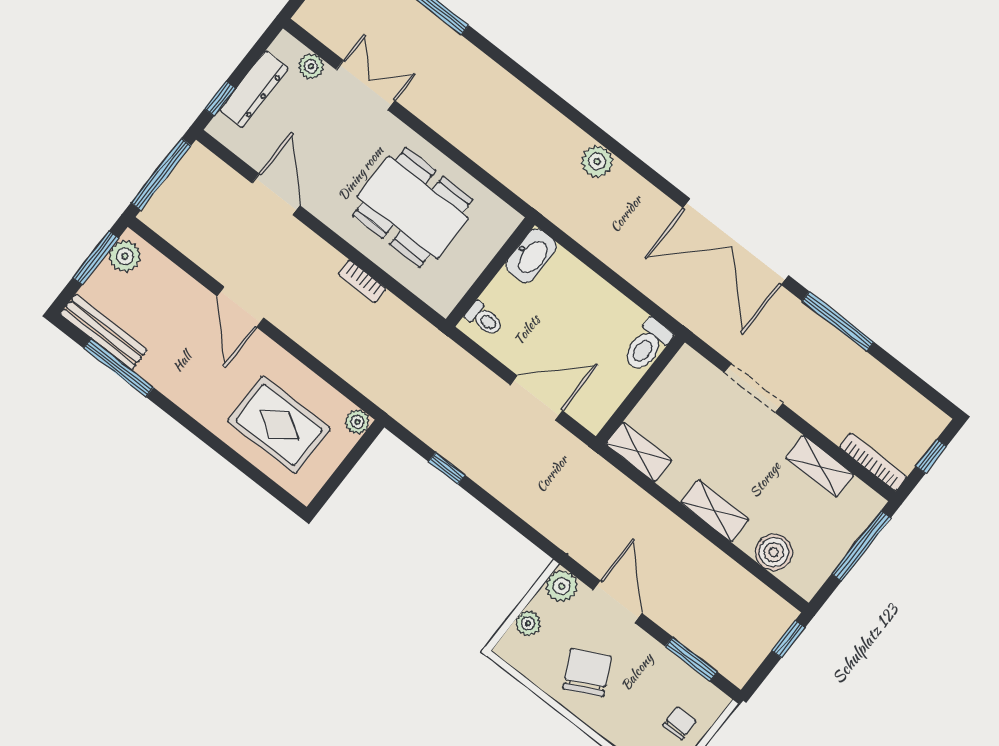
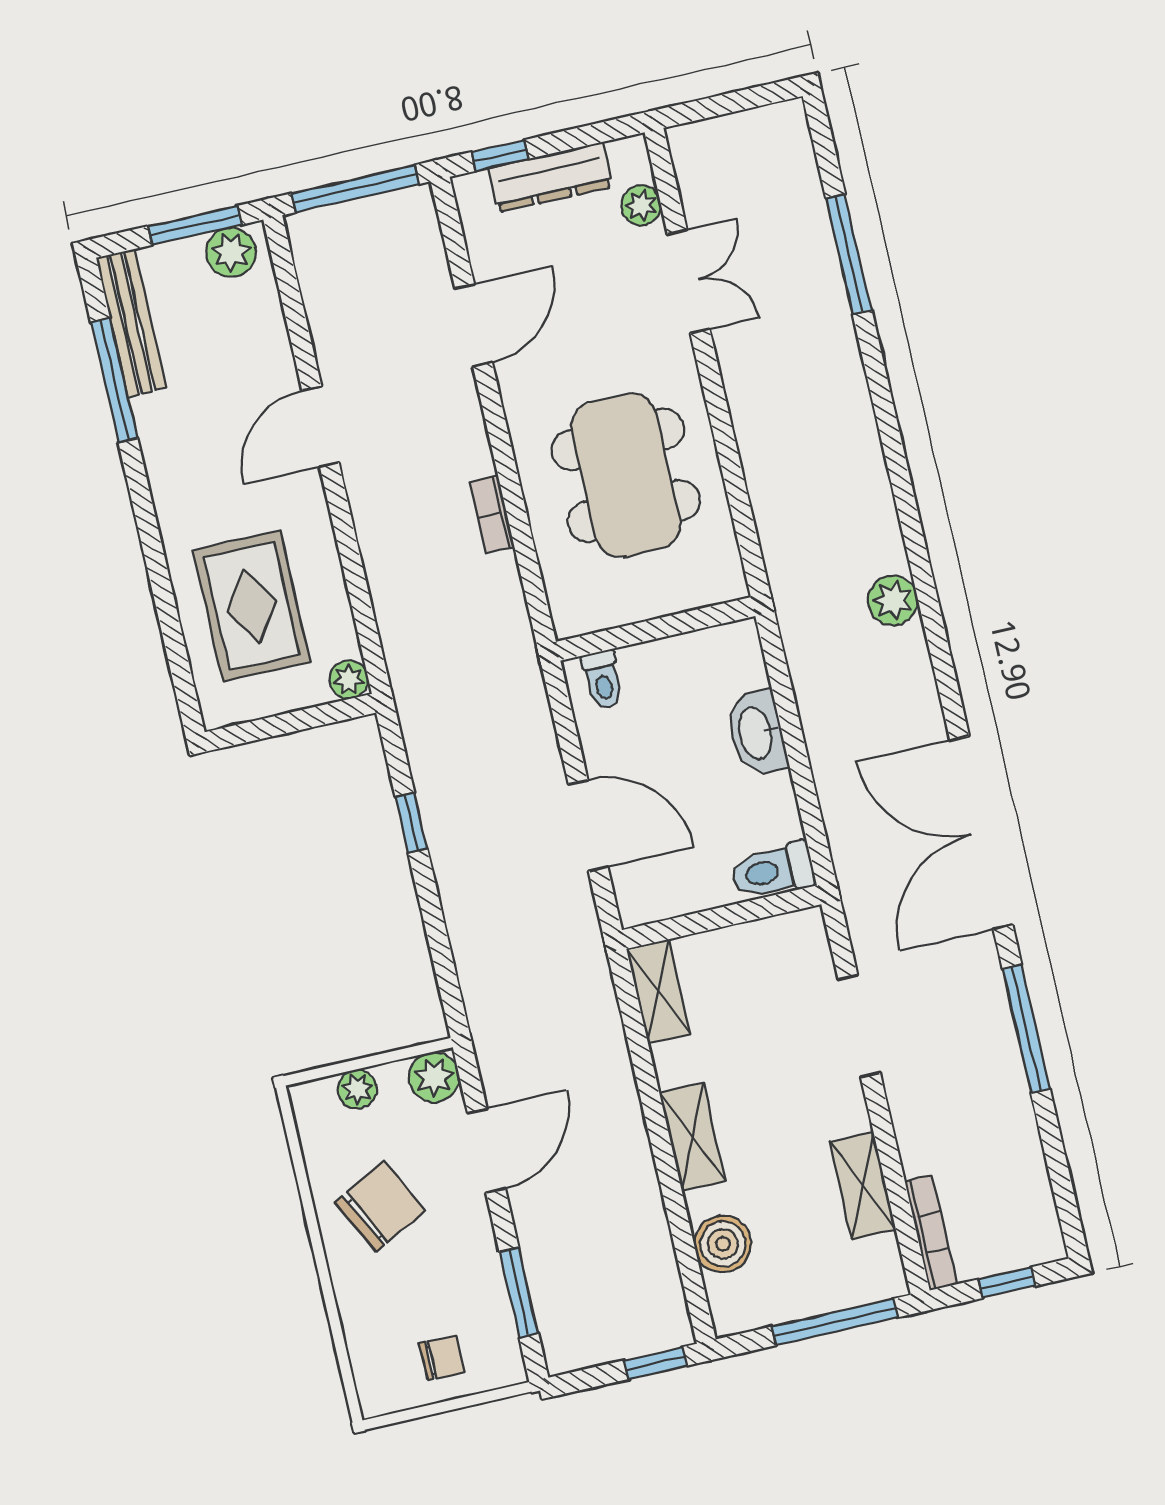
washbasin: (531, 256) -> (757, 733), moved, turned 90

